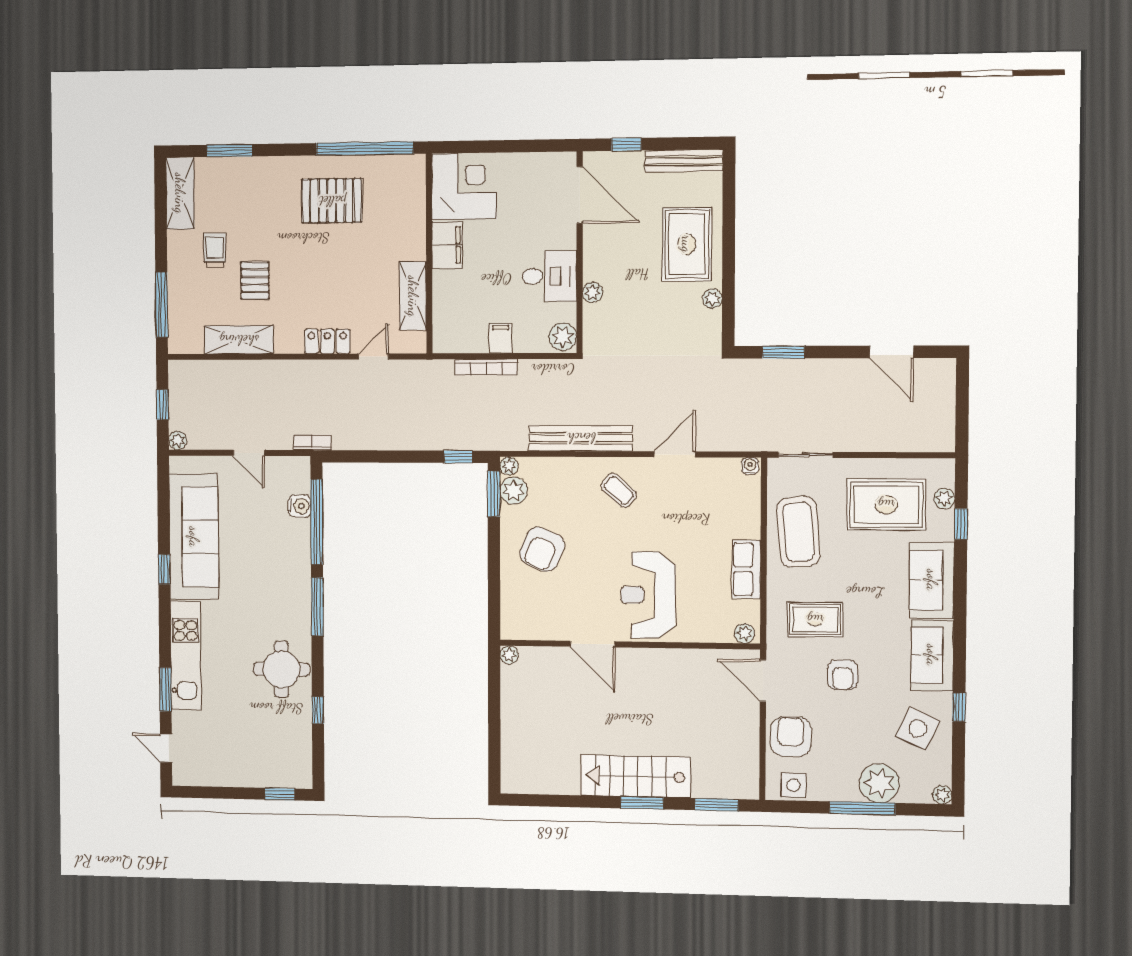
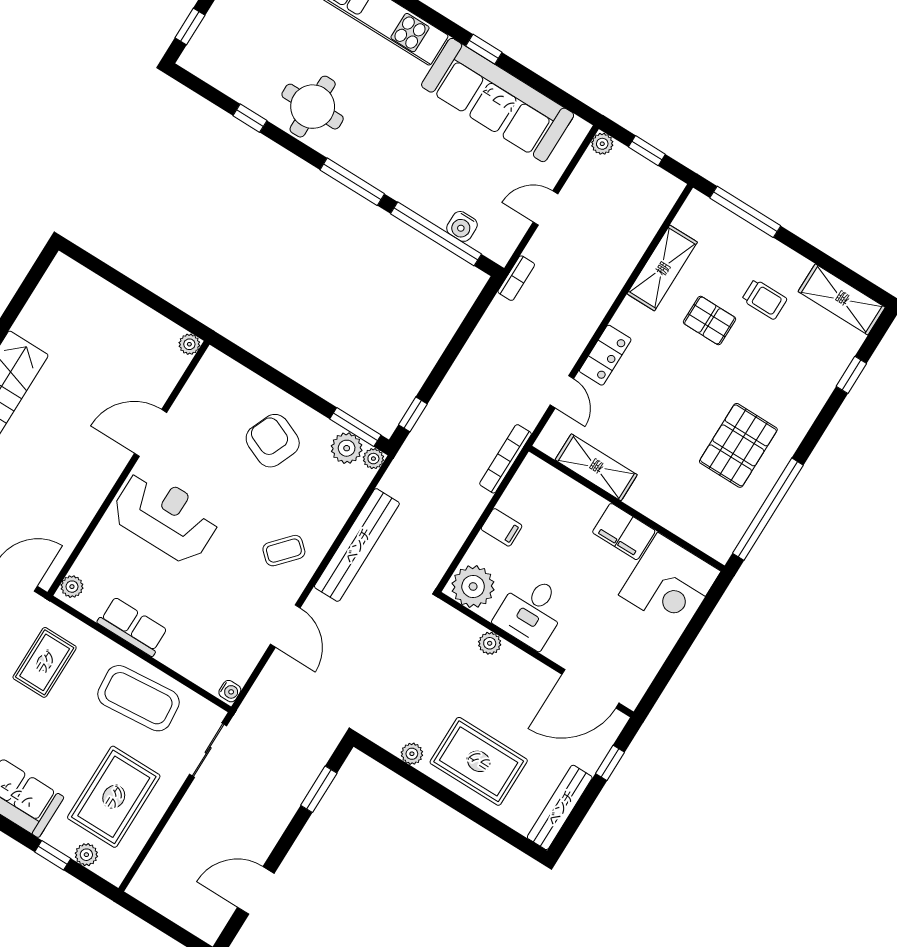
window: (229, 151) -> (851, 375), width x0.67
plant: (563, 337) -> (473, 587), width x1.36, depth x1.36
bookcase: (486, 367) -> (505, 459), moved

